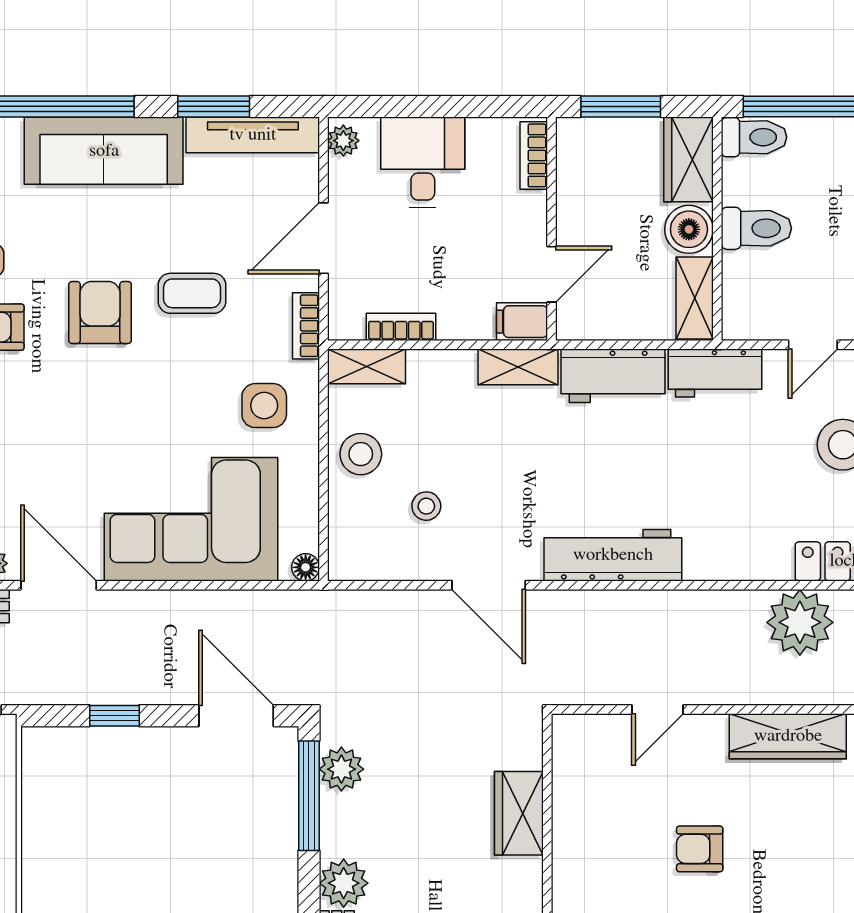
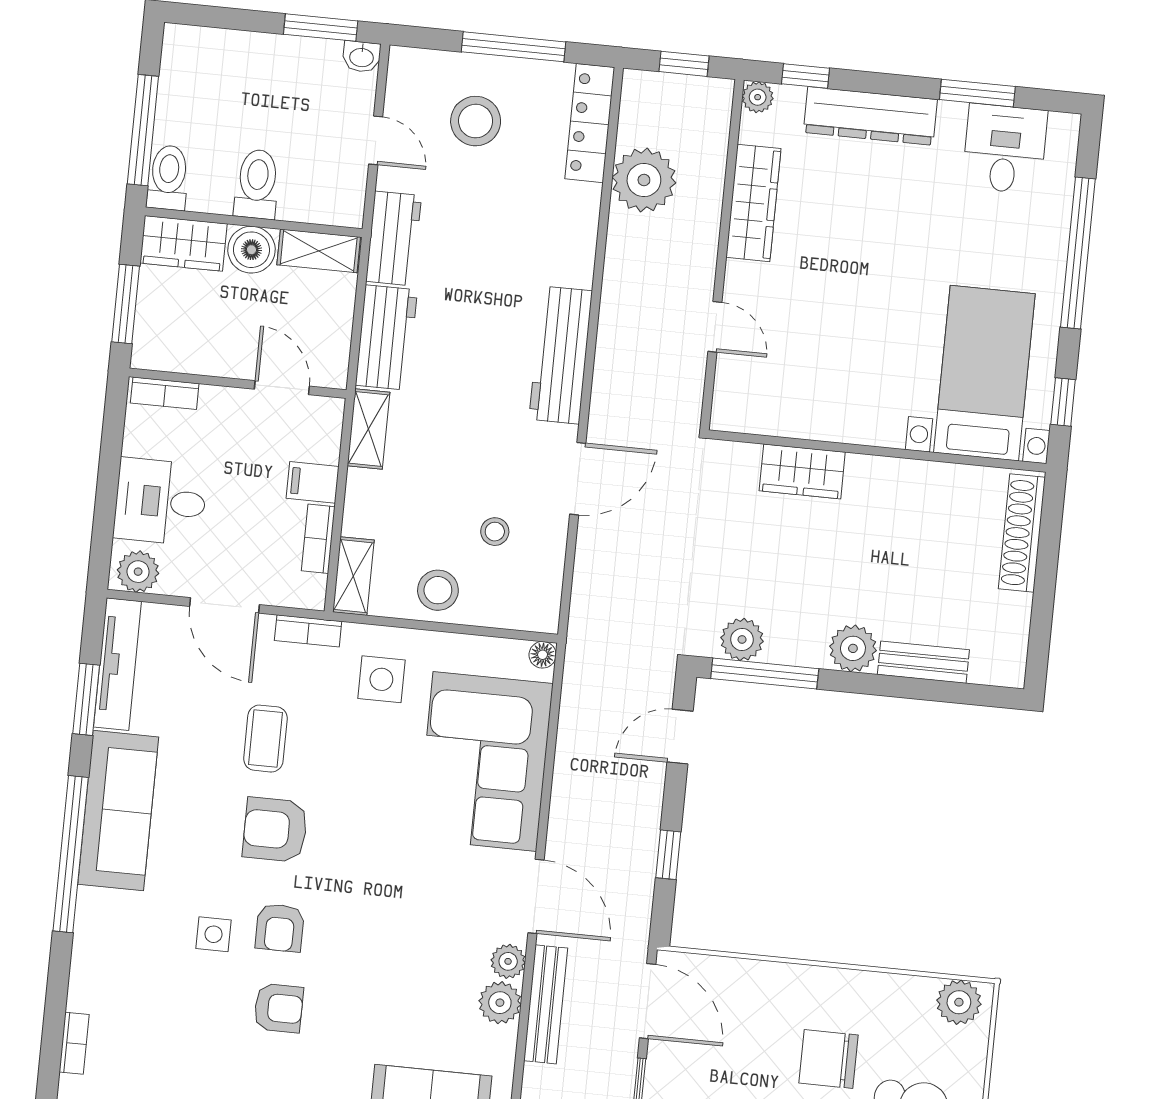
plant: (343, 141) -> (138, 572), width x1.38, depth x1.38
filing cabinet: (522, 322) -> (313, 482), moved, turned 90
door: (59, 585) -> (536, 896), swing flipped
door: (236, 716) -> (680, 737), width x0.73
armchair: (700, 849) -> (854, 299), removed

